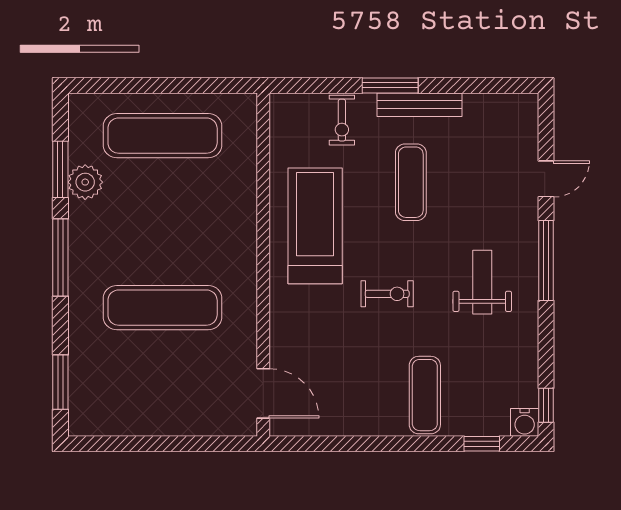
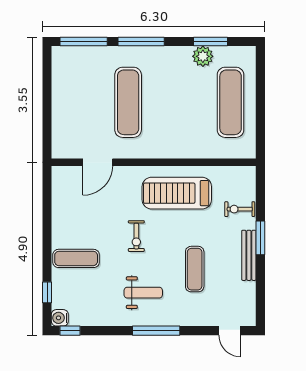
door: (546, 179) -> (230, 331), moved
exercise mat: (411, 182) -> (195, 269), moved, turned 90
treadmill: (315, 226) -> (177, 193), turned 180
window: (60, 258) -> (141, 42), moved
window: (60, 382) -> (84, 42), width x1.44
door: (263, 393) -> (98, 162), moved

